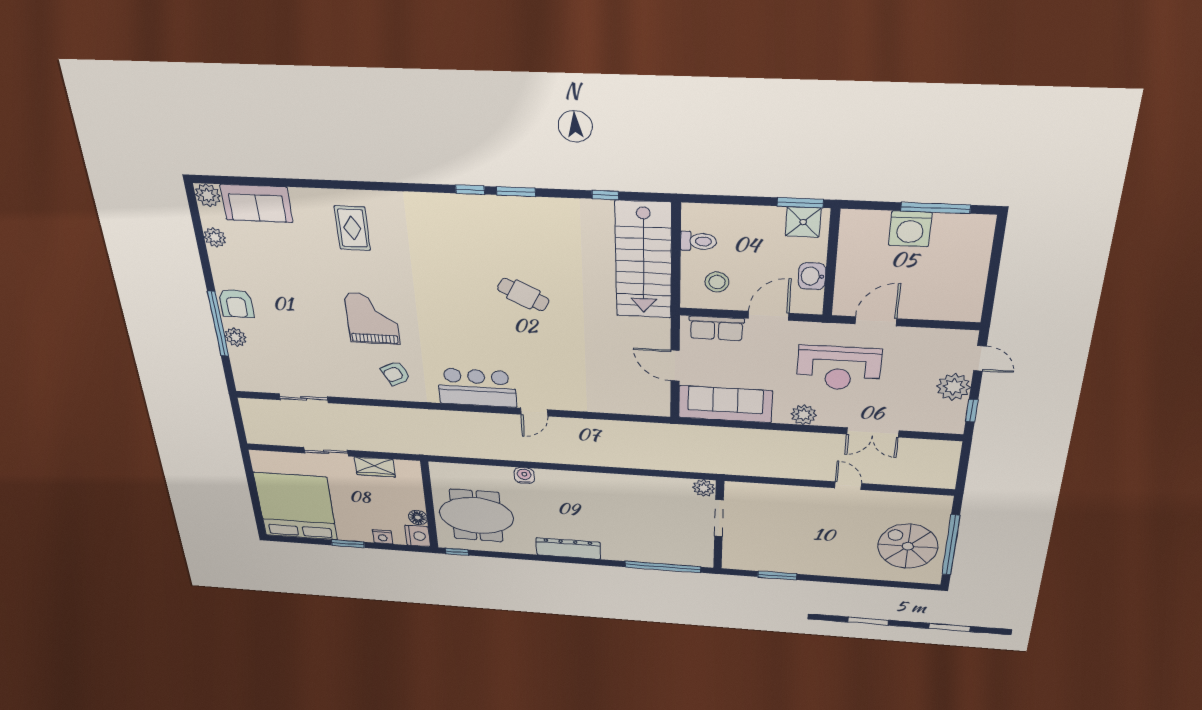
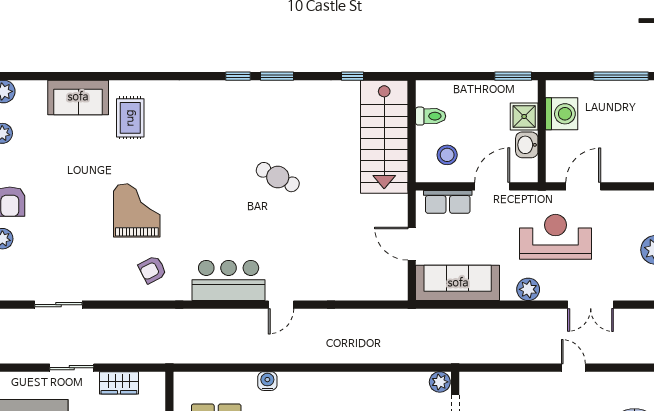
sofa: (257, 203) -> (78, 97), moved
shower: (803, 222) -> (524, 116), moved
washing machine: (910, 229) -> (562, 114), moved, turned -90
reception desk: (839, 368) -> (555, 237), turned 180

